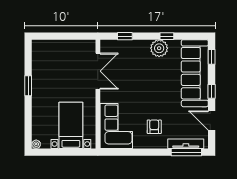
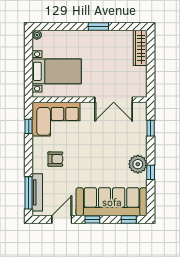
wardrobe: (48, 46) -> (140, 48), added
window: (123, 152) -> (29, 126), added

